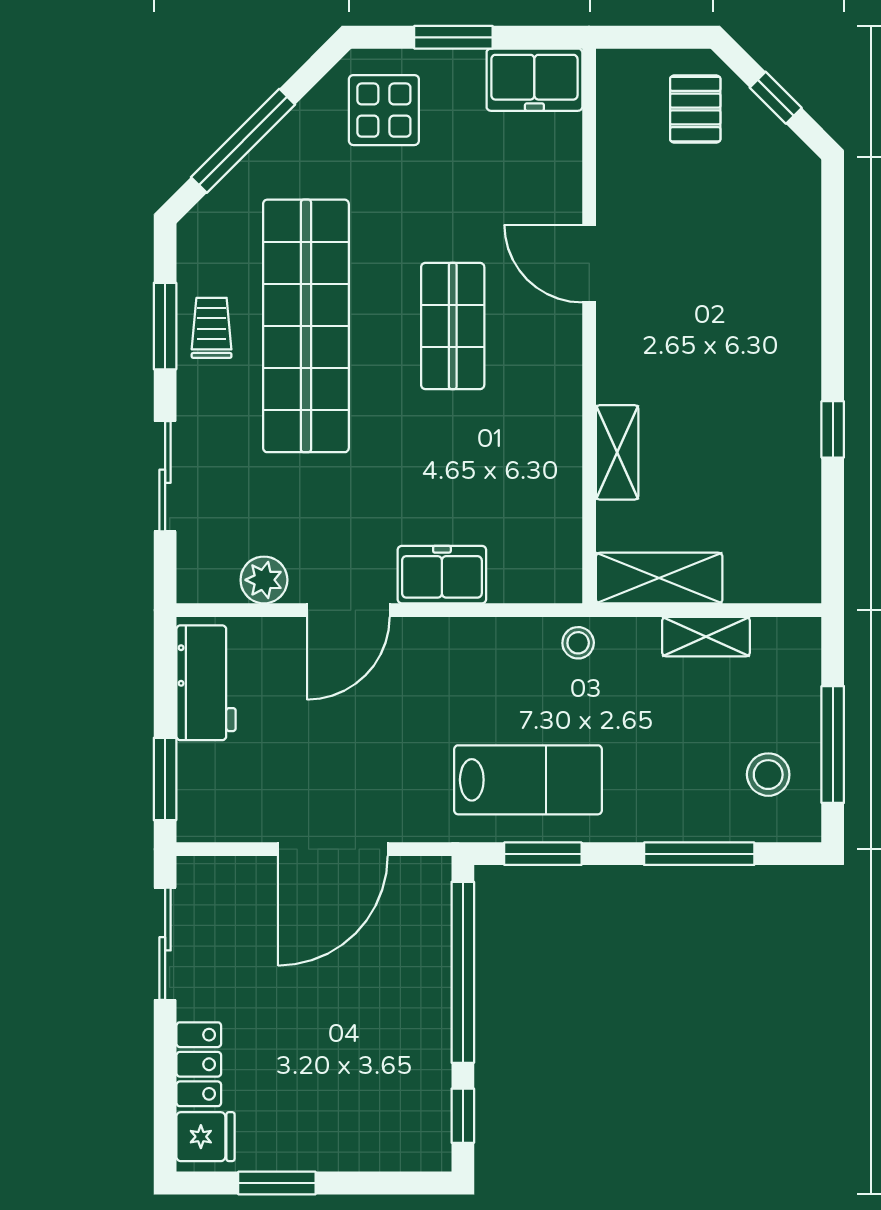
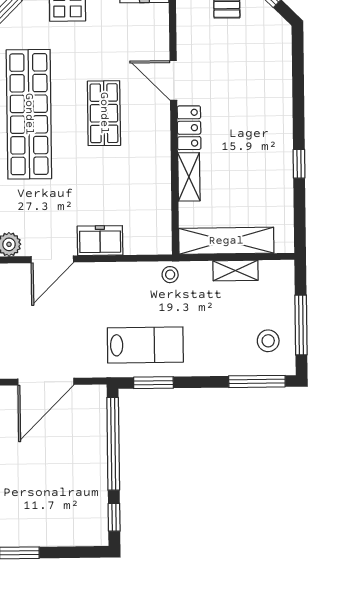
locker: (619, 356) -> (189, 128), added
shelving: (659, 578) -> (226, 241), width x1.47
window: (699, 854) -> (257, 381), moved

